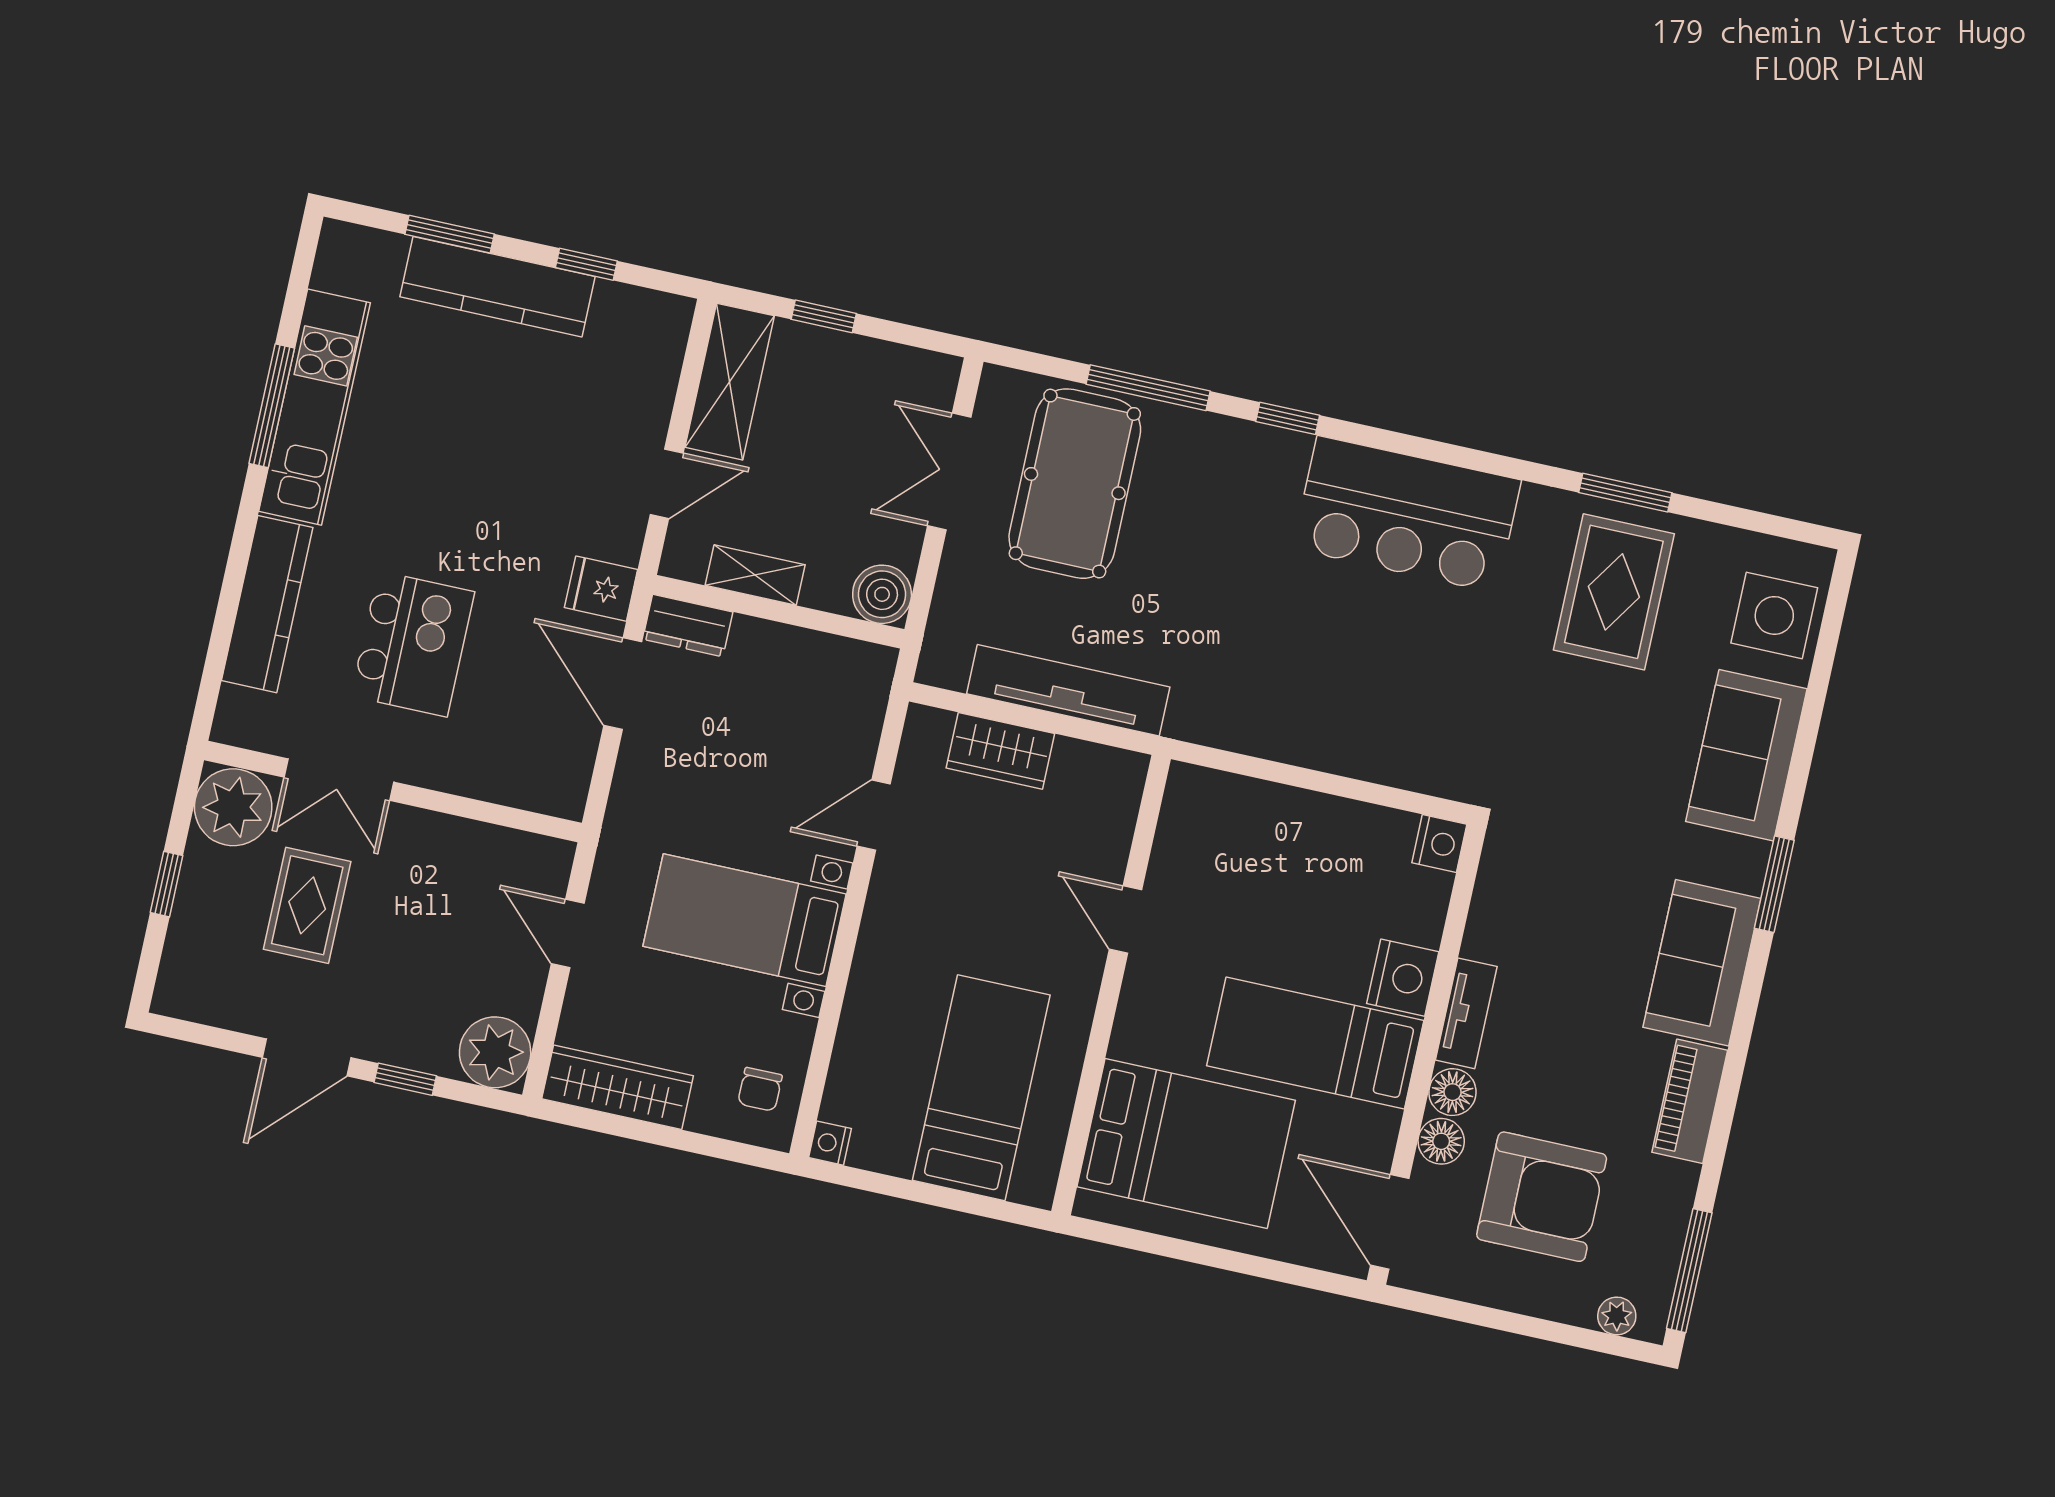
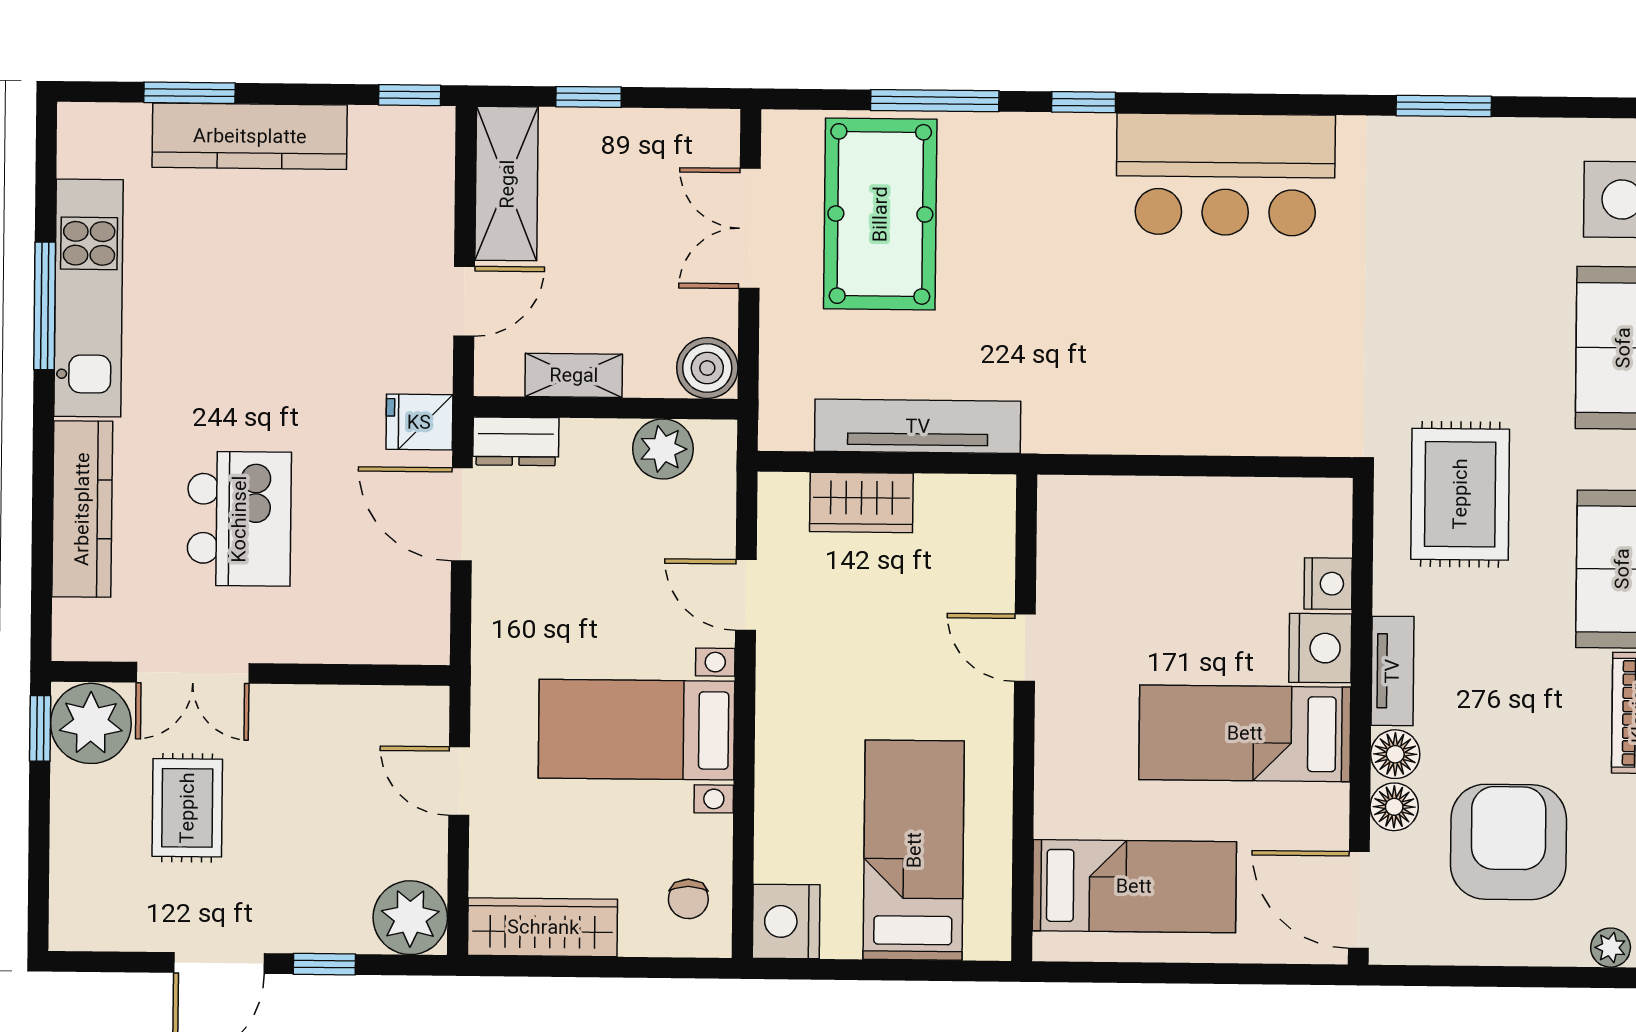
window: (586, 264) -> (410, 95), moved
rug: (1614, 592) -> (1460, 494), moved
plant: (824, 662) -> (663, 449), added
door: (874, 815) -> (746, 595), hinge flipped
nightstand: (1439, 843) -> (1328, 584), moved
window: (167, 884) -> (40, 728), moved
nightstand: (830, 1143) -> (786, 922), width x1.89, depth x1.79
bed: (1186, 1143) -> (1134, 886), width x0.67
armchair: (1542, 1197) -> (1508, 842), turned -90

